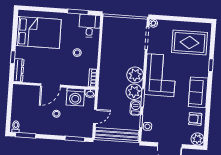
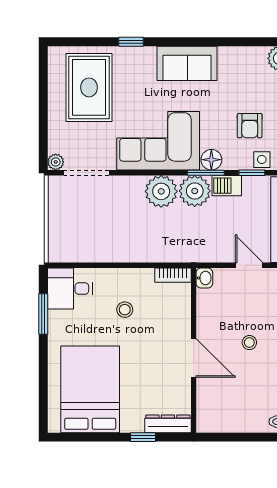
washing machine: (75, 97) -> (213, 307), removed
floor lamp: (149, 101) -> (211, 160), added
armchair: (195, 119) -> (250, 126), moved

